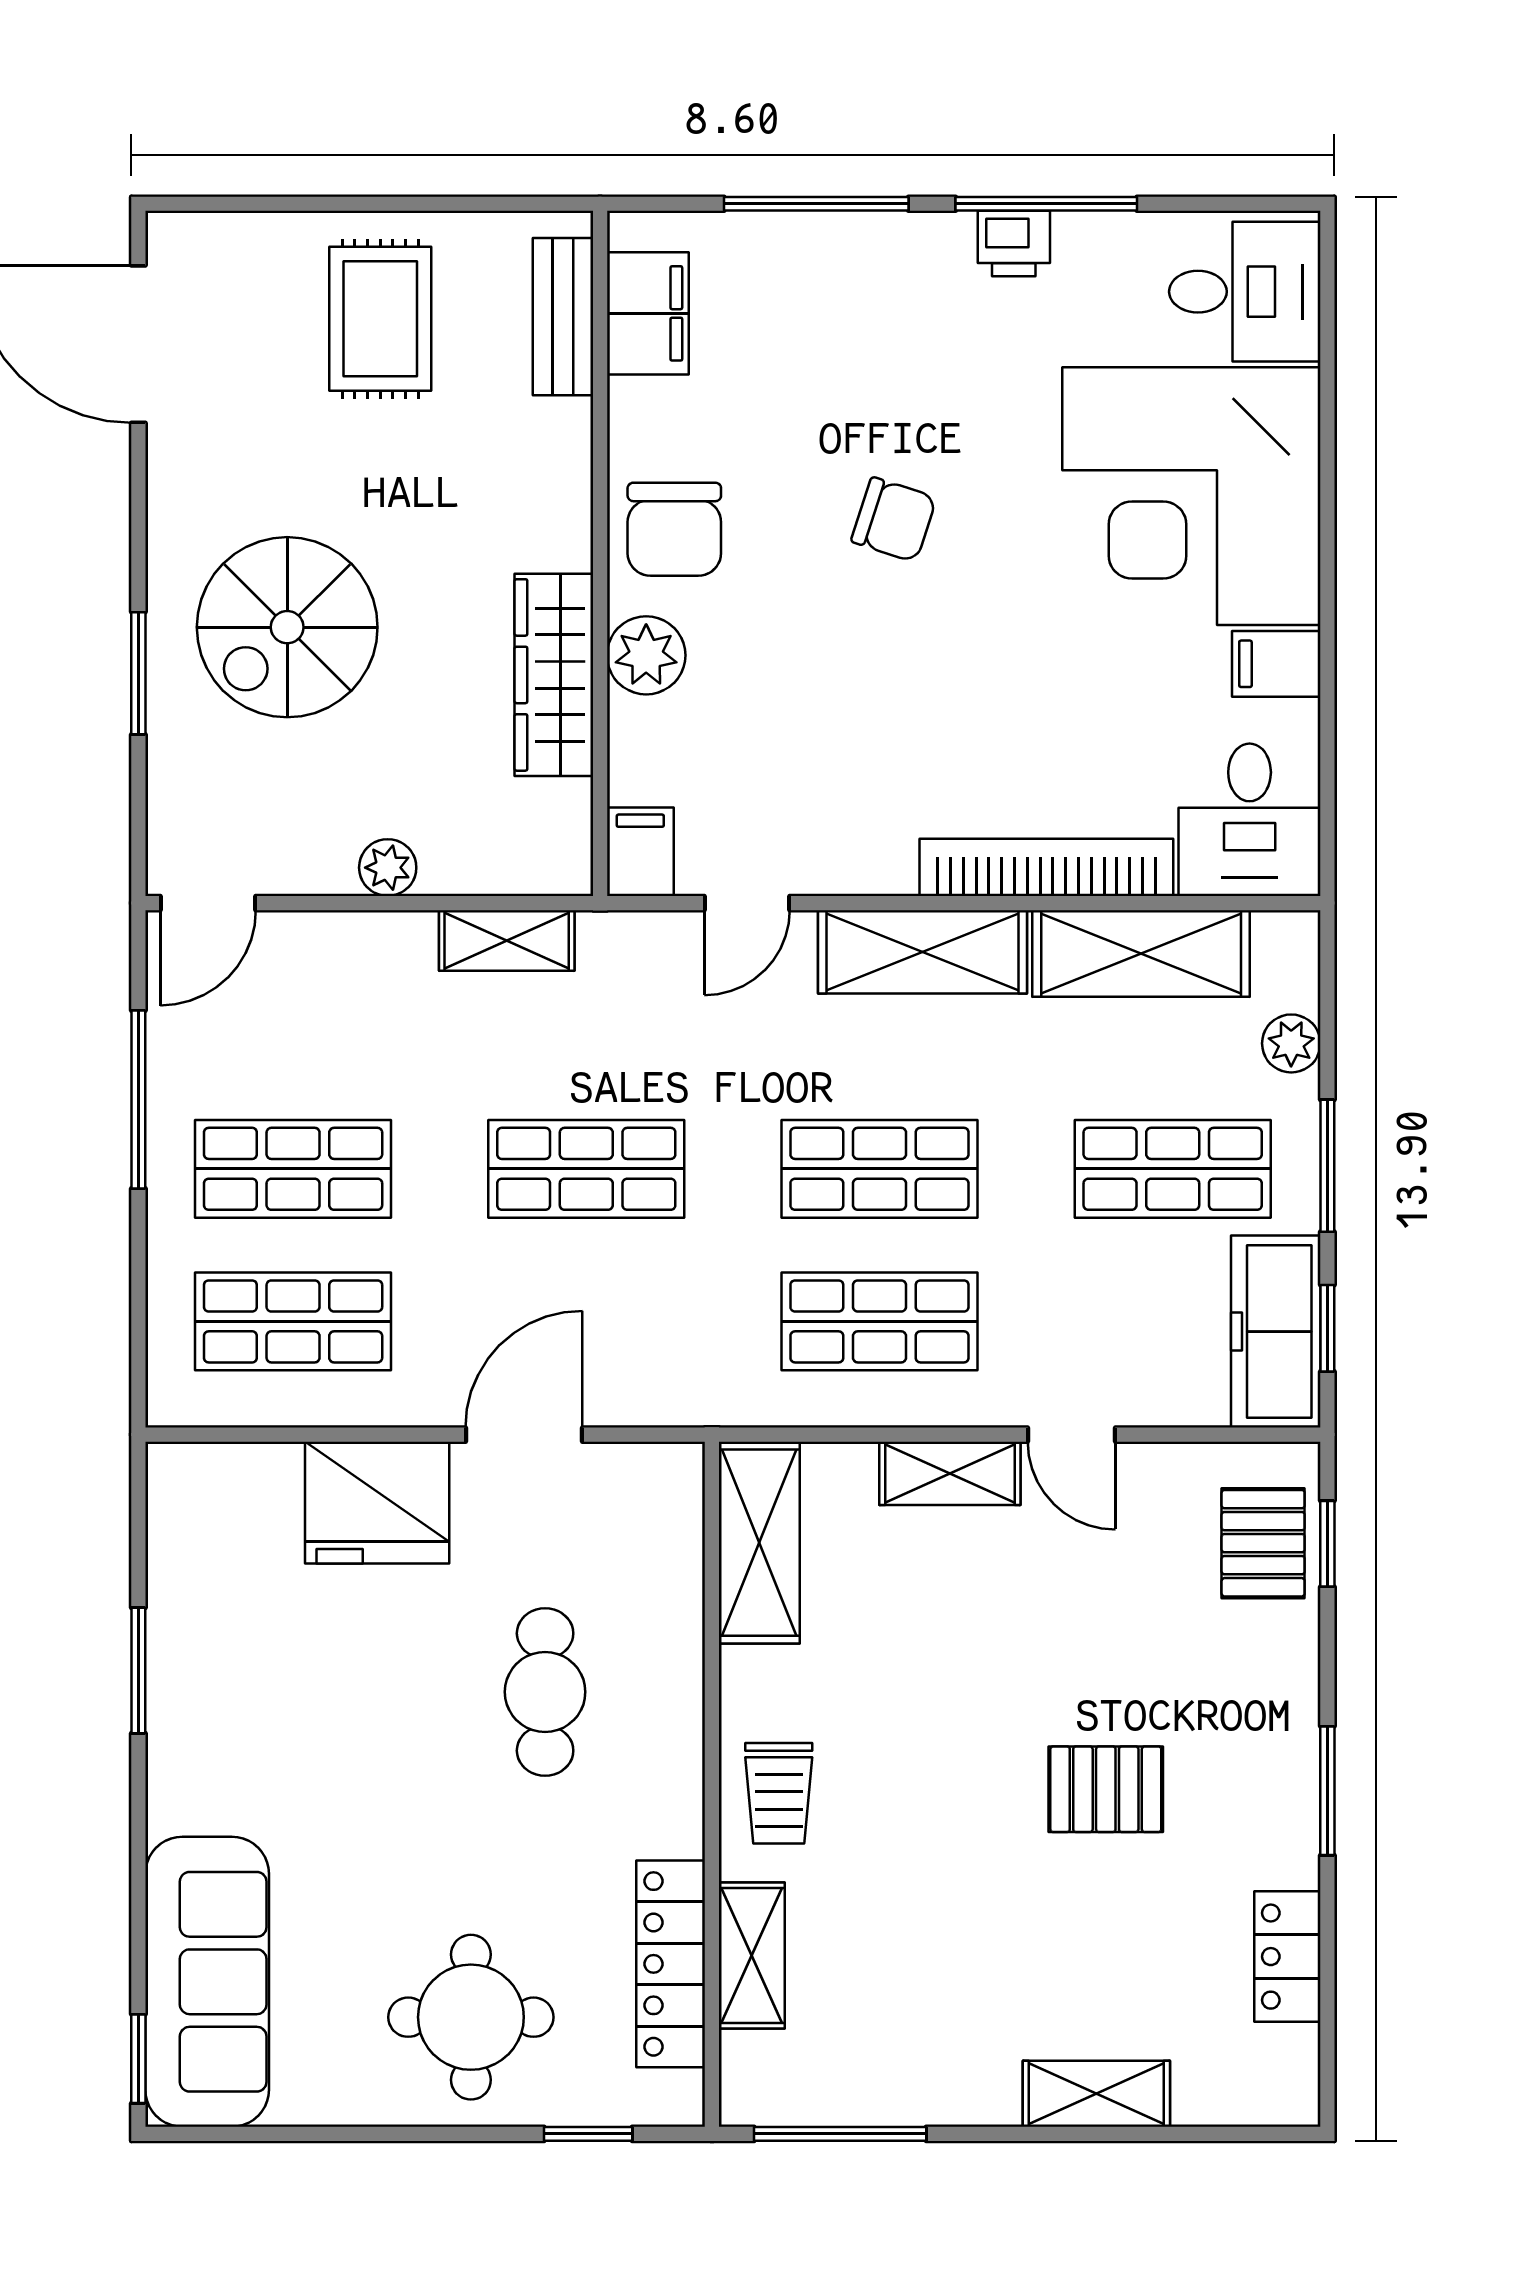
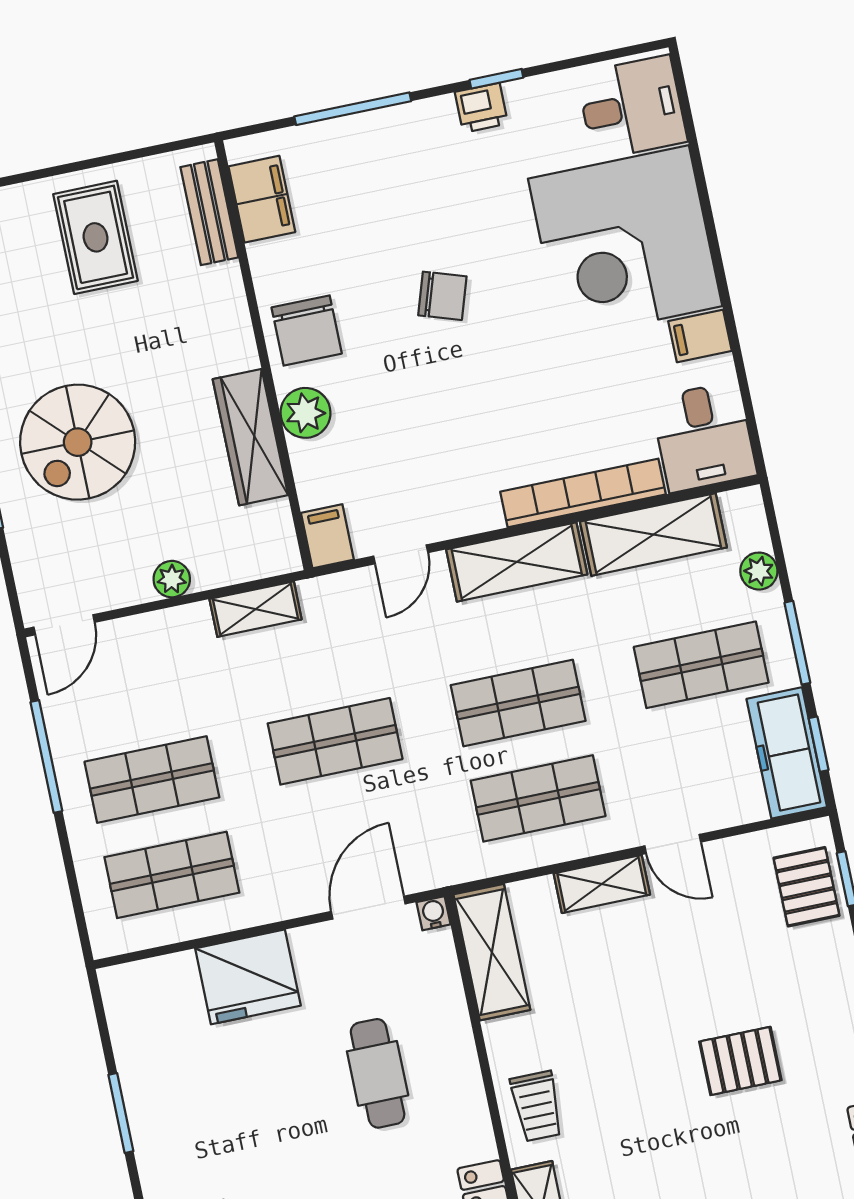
window: (1046, 204) -> (496, 79), width x0.46
door: (524, 1435) -> (368, 908), moved
water cooler: (682, 1464) -> (433, 913), added

